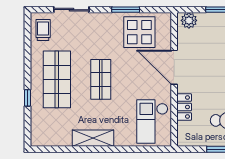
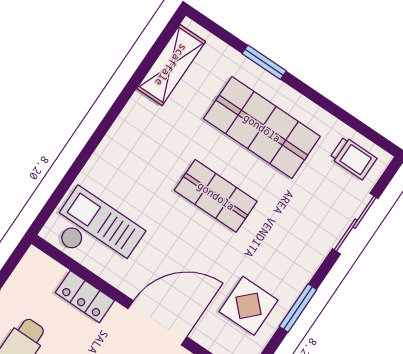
display table: (139, 32) -> (249, 306), width x0.73, depth x0.73
window: (27, 98) -> (264, 62), width x1.50
shelving: (93, 138) -> (171, 65), moved

